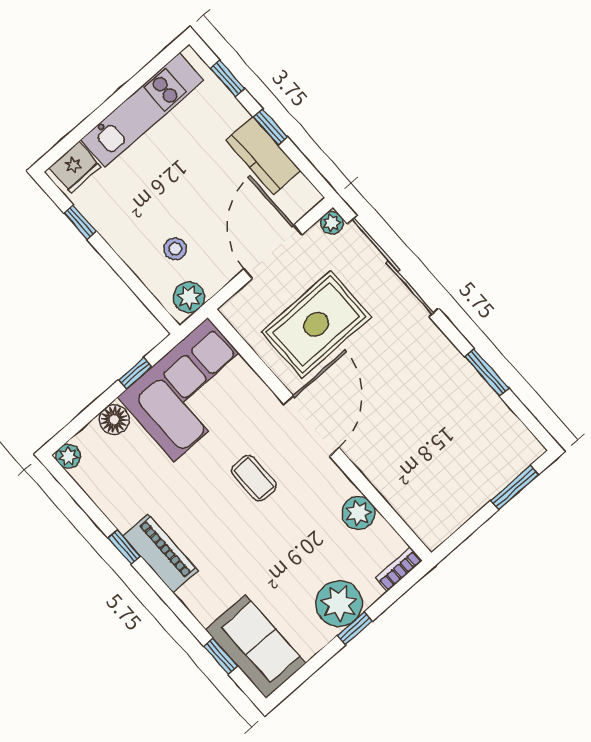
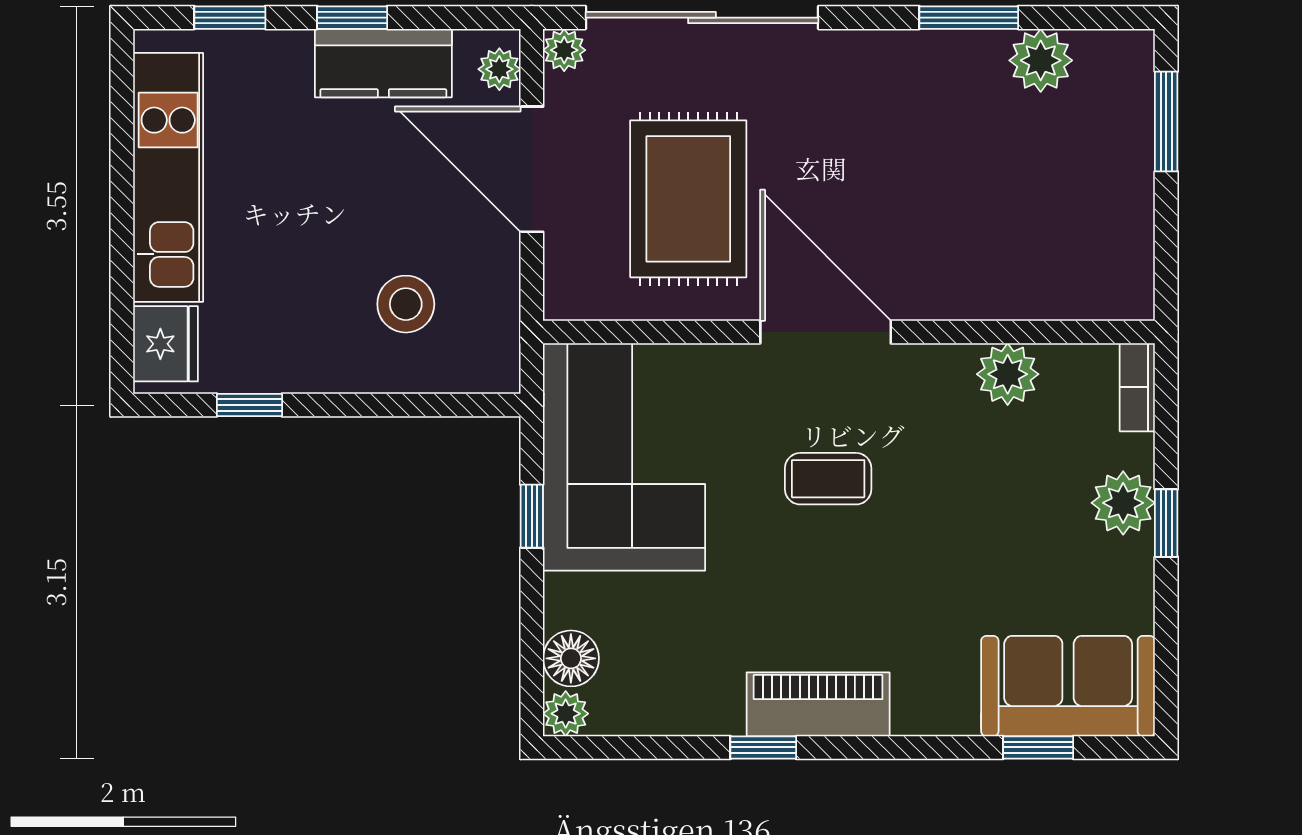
stool: (175, 249) -> (406, 304), width x1.37, depth x1.37
plant: (189, 297) -> (499, 69), moved, width x0.73, depth x0.73
plant: (495, 416) -> (1041, 60), added
floor lamp: (114, 420) -> (571, 658), moved
plant: (339, 604) -> (1123, 503), width x0.73, depth x0.73

